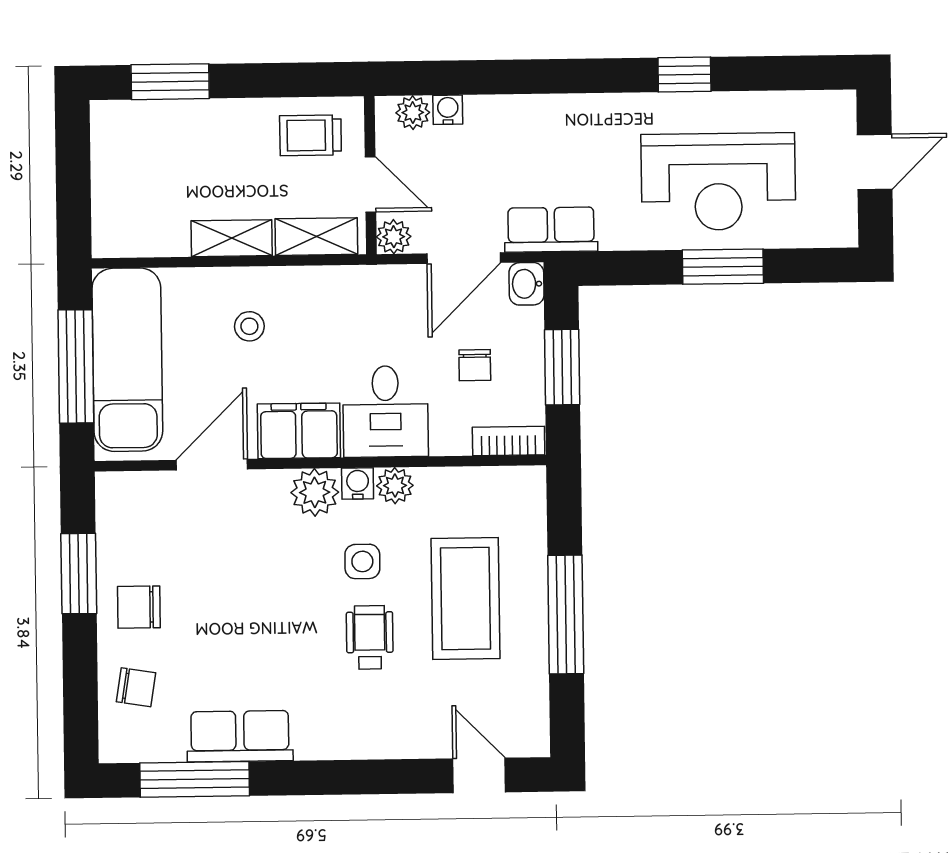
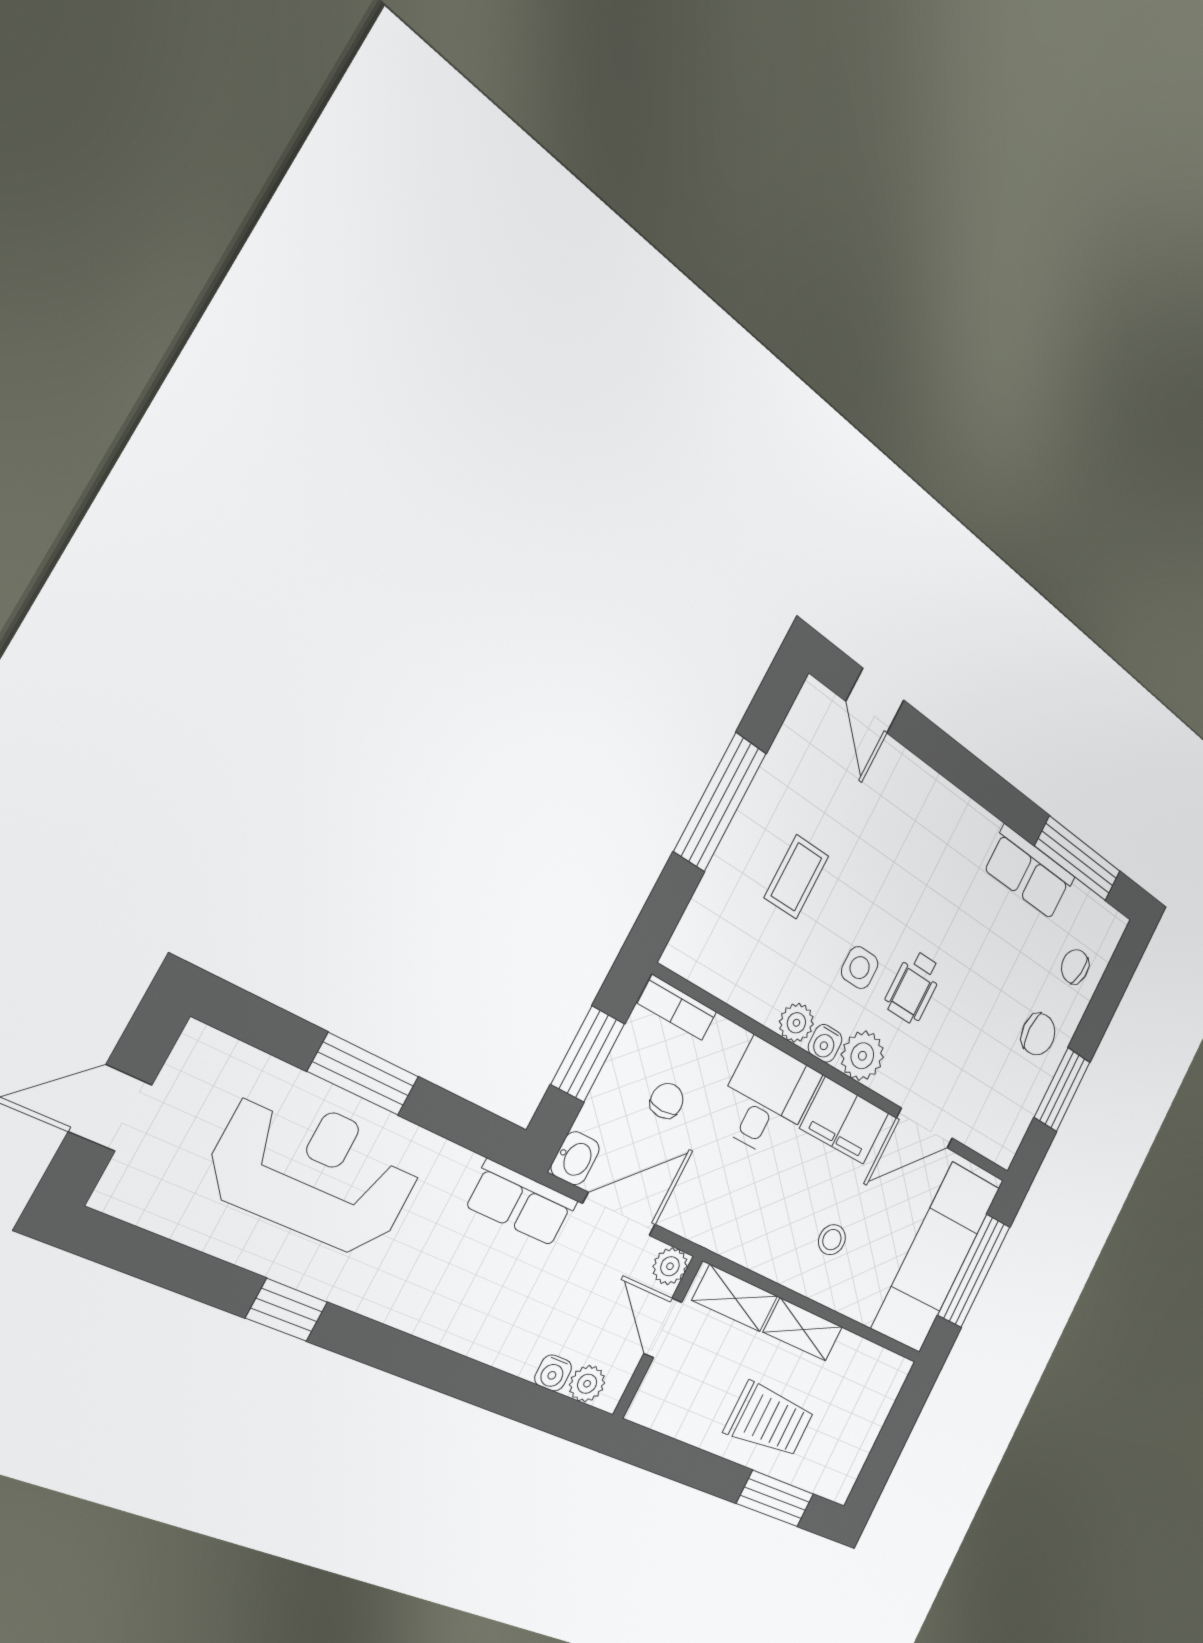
trolley: (311, 135) -> (770, 1420), moved, width x1.36, depth x1.39
coffee table: (466, 598) -> (796, 877), width x0.54, depth x0.58
wheelchair: (370, 637) -> (913, 987), moved

